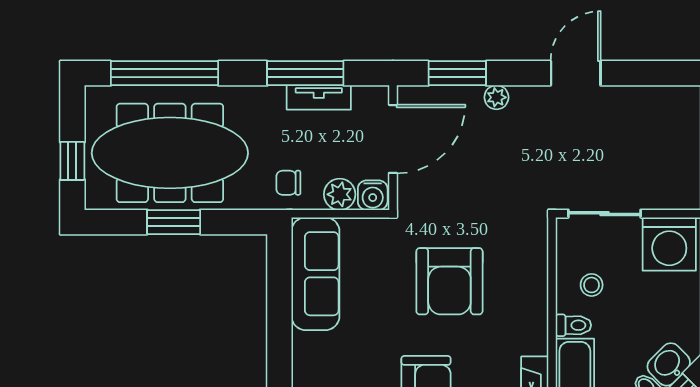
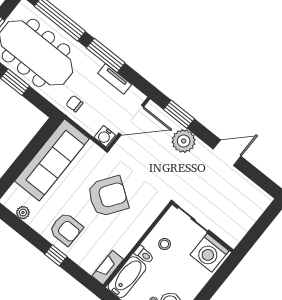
window: (305, 73) -> (106, 55), moved
plant: (496, 97) -> (184, 141), width x1.87, depth x1.87
plant: (340, 194) -> (92, 125), removed
sofa: (315, 274) -> (52, 160), width x1.36, depth x1.27
armchair: (449, 281) -> (108, 196), turned -145

